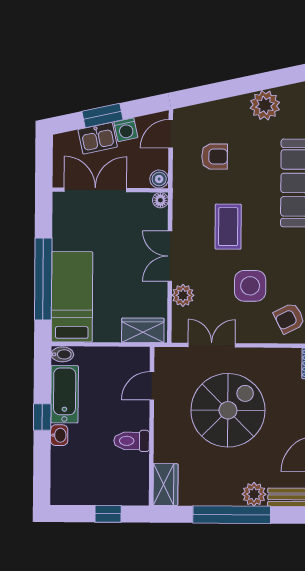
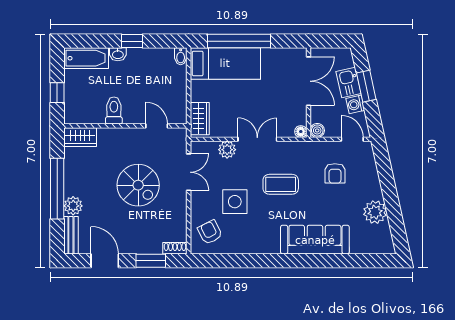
bathtub: (65, 394) -> (86, 58), moved
spiral stairs: (228, 410) -> (138, 185), width x0.73, depth x0.73

